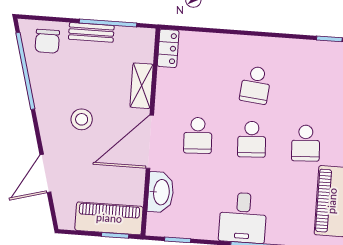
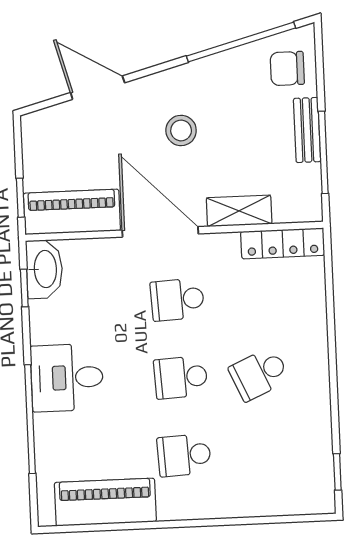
locker: (168, 48) -> (283, 243), width x1.53
school desk: (256, 85) -> (259, 374), turned -30
washbasin: (161, 192) -> (44, 269), moved, turned -90
piano: (109, 218) -> (72, 212), moved, turned -90

